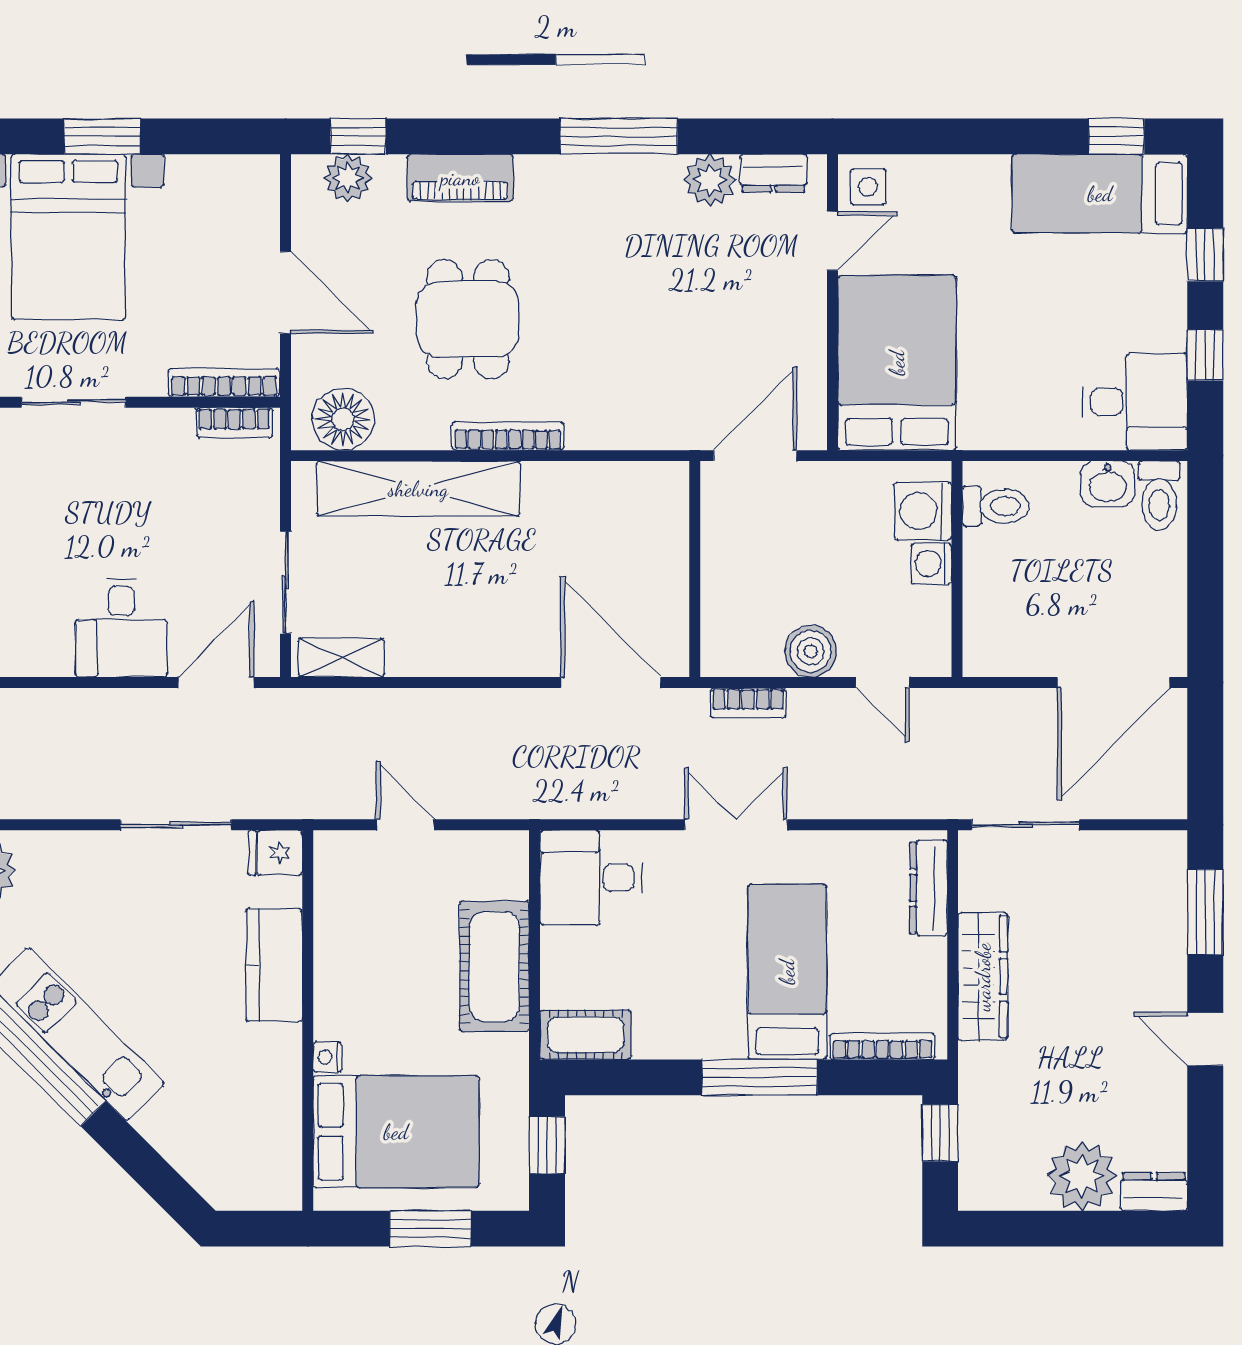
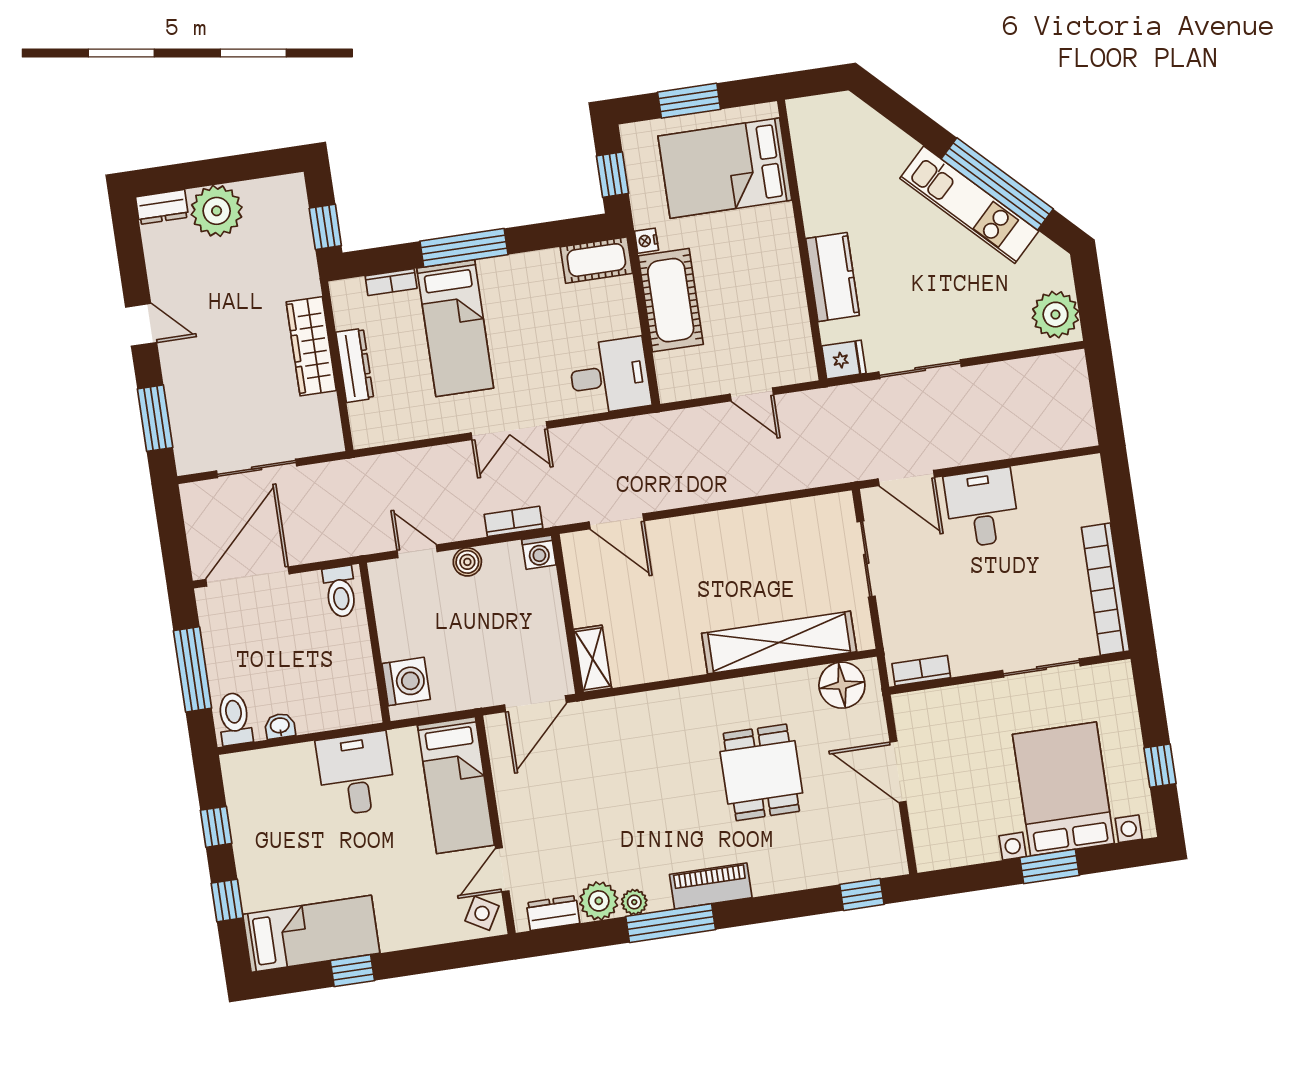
window: (1116, 136) -> (352, 971), moved
plant: (348, 178) -> (634, 902), moved, width x0.73, depth x0.73
piano: (460, 178) -> (711, 886), moved
side table: (868, 187) -> (482, 913), turned 30
bed: (897, 363) -> (456, 785), width x0.67
bookcase: (224, 383) -> (933, 699), removed
desk: (1135, 402) -> (356, 774), moved, turned 90
bookcase: (508, 436) -> (719, 691), removed
washbasin: (1108, 484) -> (280, 726), width x0.72, depth x0.69
toilet: (996, 506) -> (340, 592), moved, turned -90
washing machine: (931, 564) -> (539, 552), moved, turned 90
window: (1205, 570) -> (193, 669), added
boiler: (811, 651) -> (467, 562), width x0.73, depth x0.73
shelving: (341, 658) -> (593, 659), moved, turned 90
door: (216, 682) -> (906, 478), hinge flipped
door: (611, 682) -> (616, 521), width x0.73
sliding door: (1026, 825) -> (257, 468), moved
dresser: (929, 888) -> (355, 365), moved
bookcase: (882, 1046) -> (391, 282), width x0.64
nightstand: (327, 1057) -> (646, 241), moved, turned 180

